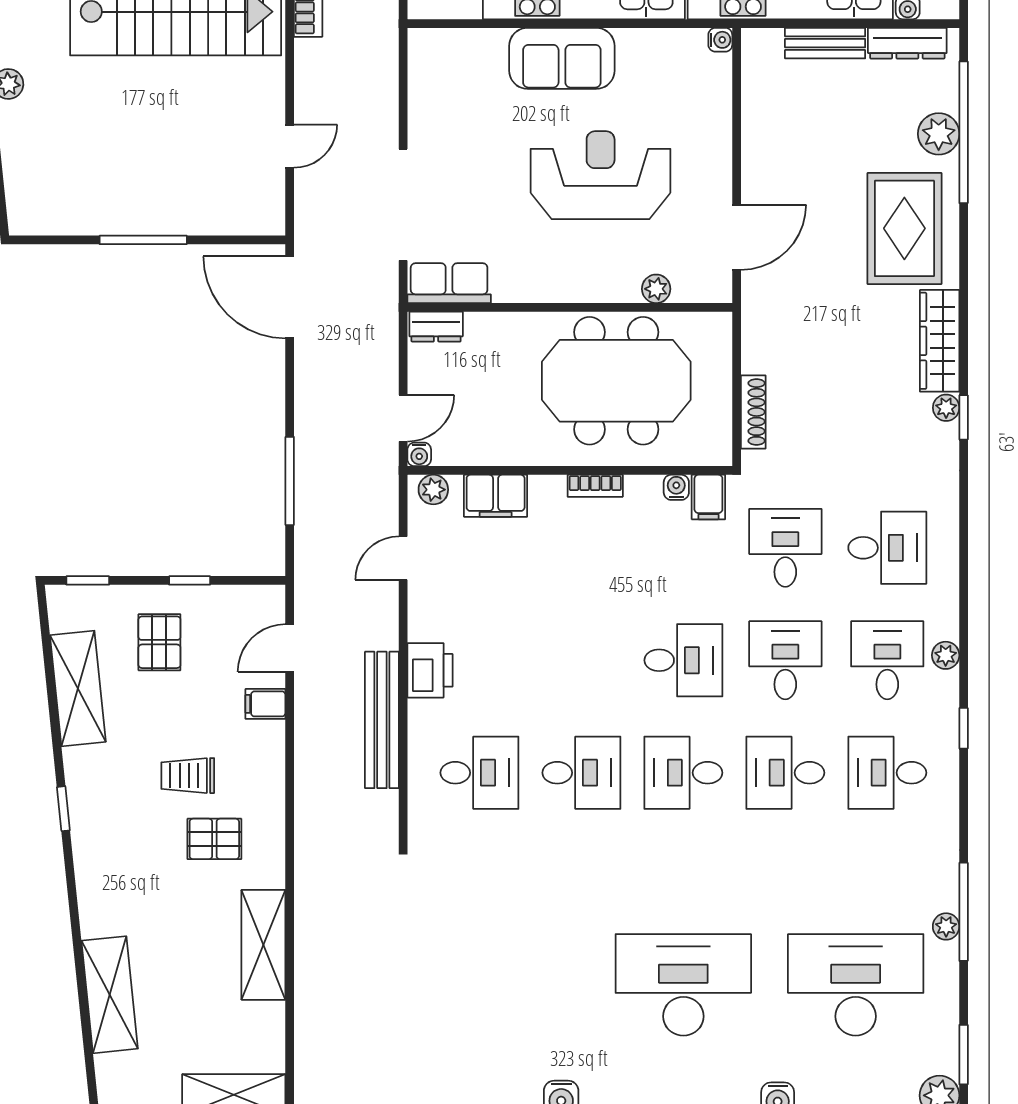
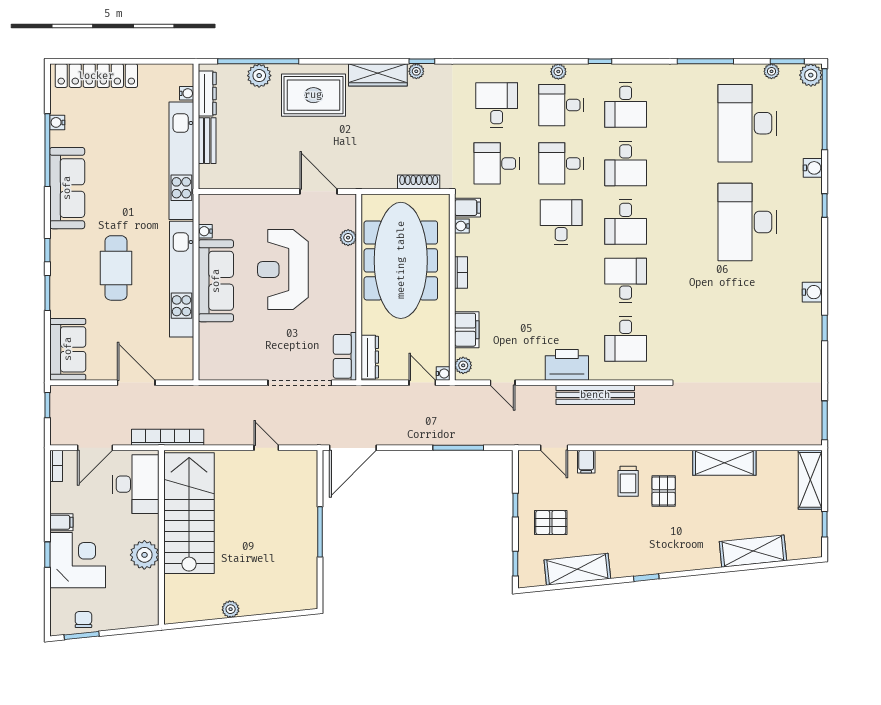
water cooler: (720, 40) -> (205, 231), moved, turned -90
sofa: (562, 58) -> (216, 281), width x1.36
dresser: (436, 327) -> (370, 357), width x1.44
meeting table: (616, 381) -> (401, 260), width x1.36
printer: (430, 670) -> (567, 365), width x1.37, depth x1.19
desk: (479, 773) -> (626, 339), turned 180
trolley: (188, 776) -> (628, 481), moved
plant: (946, 926) -> (771, 71), moved

